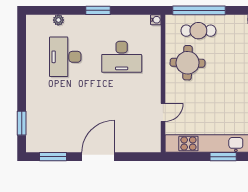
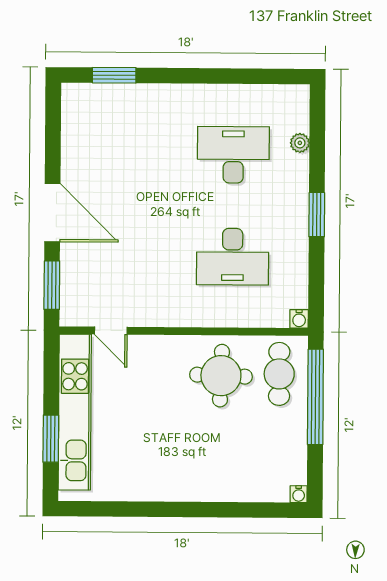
cafe table: (198, 31) -> (279, 374), moved
desk: (122, 57) -> (233, 257), turned -90
door: (163, 112) -> (111, 331), moved
window: (53, 157) -> (52, 285), moved

